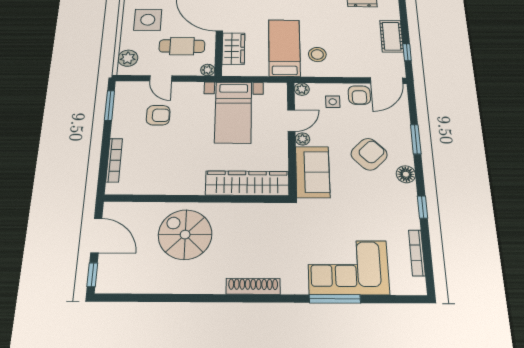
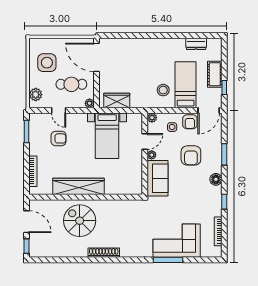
bed: (284, 48) -> (186, 85), moved
wardrobe: (233, 49) -> (117, 100), moved, turned -90
armchair: (369, 154) -> (191, 155), moved, turned 135
wardrobe: (247, 183) -> (78, 186), moved
shoe rack: (253, 286) -> (104, 253), moved

